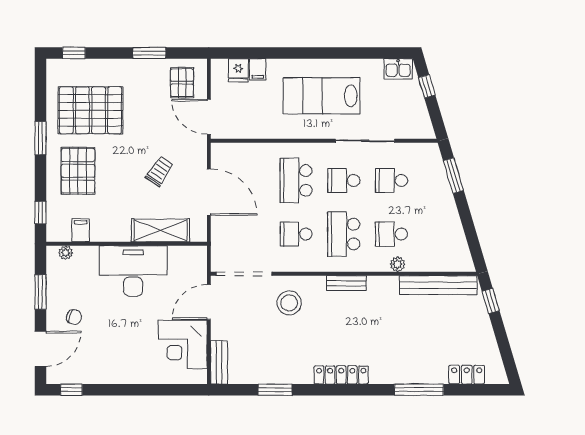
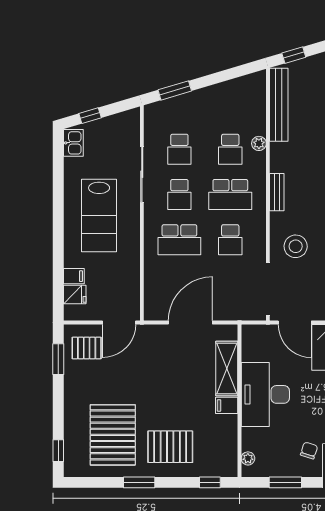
window: (149, 53) -> (58, 359), moved
trolley: (159, 171) -> (171, 369), removed
filing cabinet: (81, 230) -> (227, 405), moved

